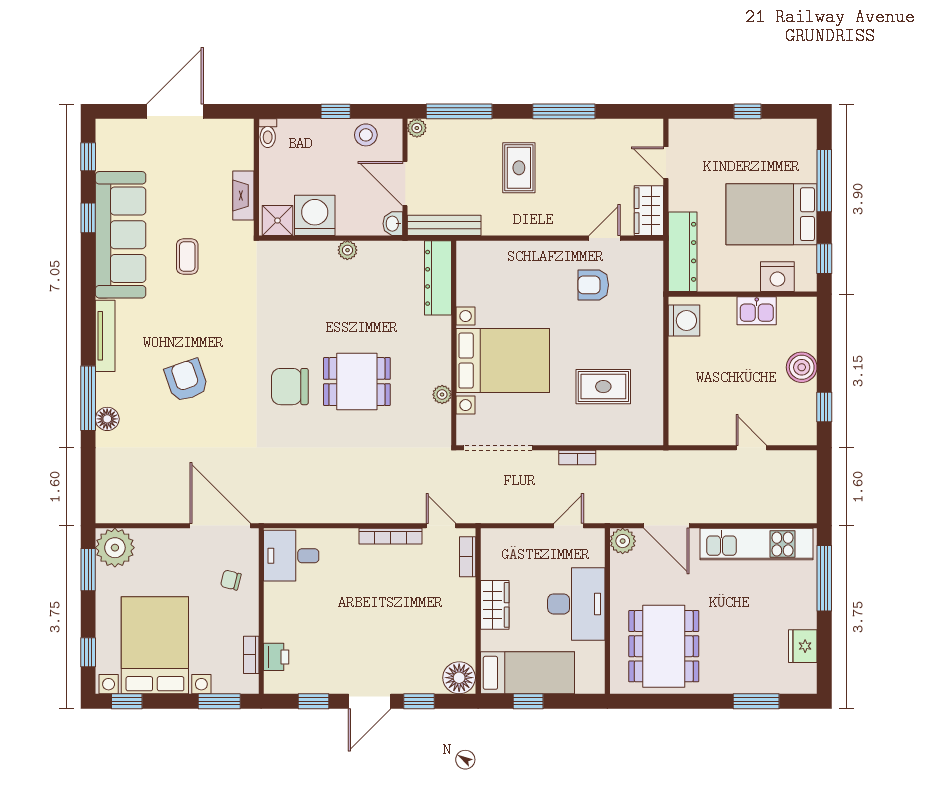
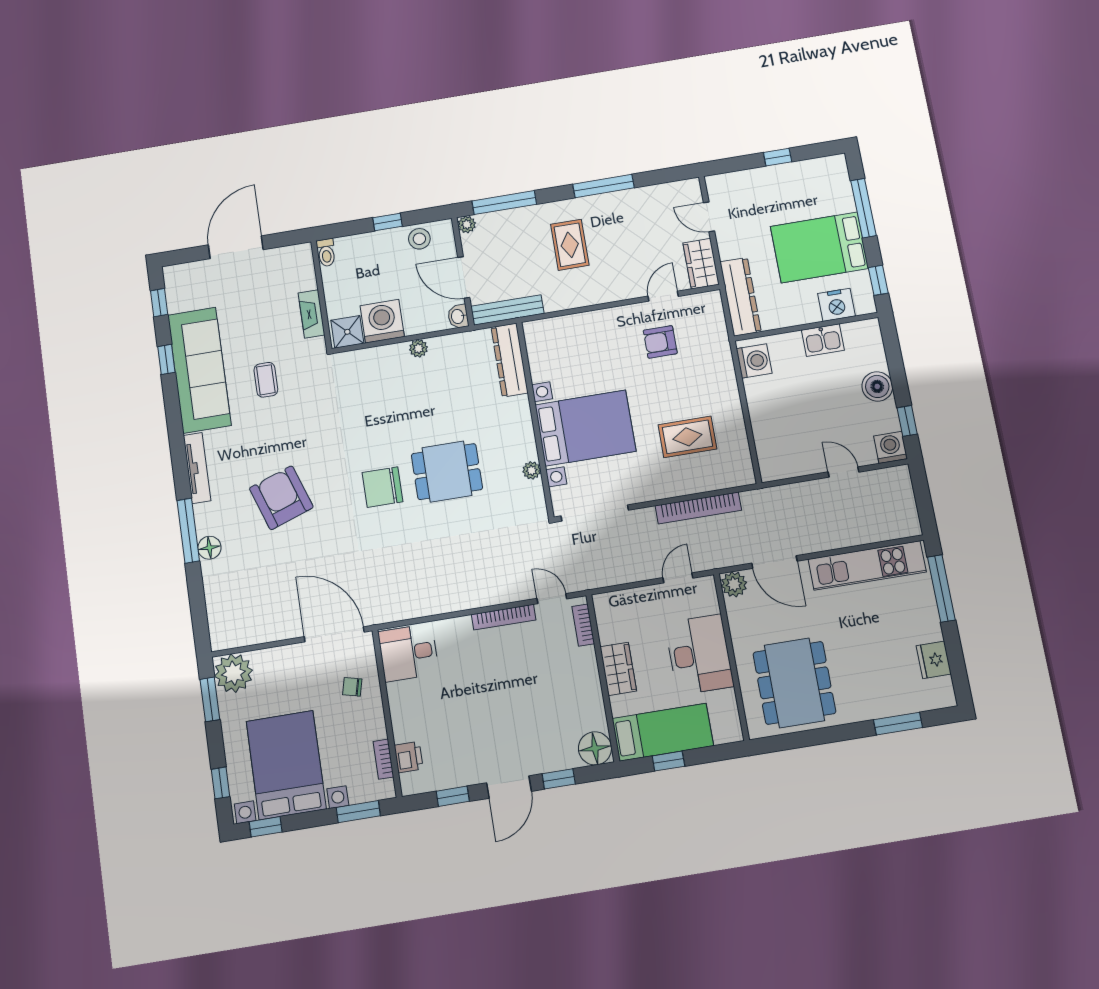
armchair: (186, 380) -> (281, 498), width x1.36, depth x1.36
washing machine: (803, 431) -> (891, 447), added
bookcase: (577, 457) -> (698, 508), width x2.31, depth x1.31

